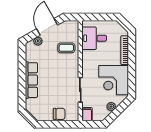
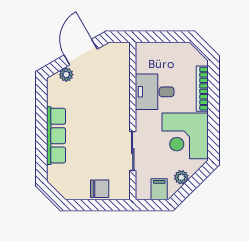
desk: (94, 38) -> (155, 92), moved
coffee table: (66, 48) -> (111, 85), removed
filing cabinet: (87, 114) -> (159, 189), moved

